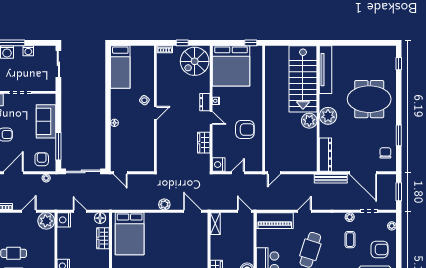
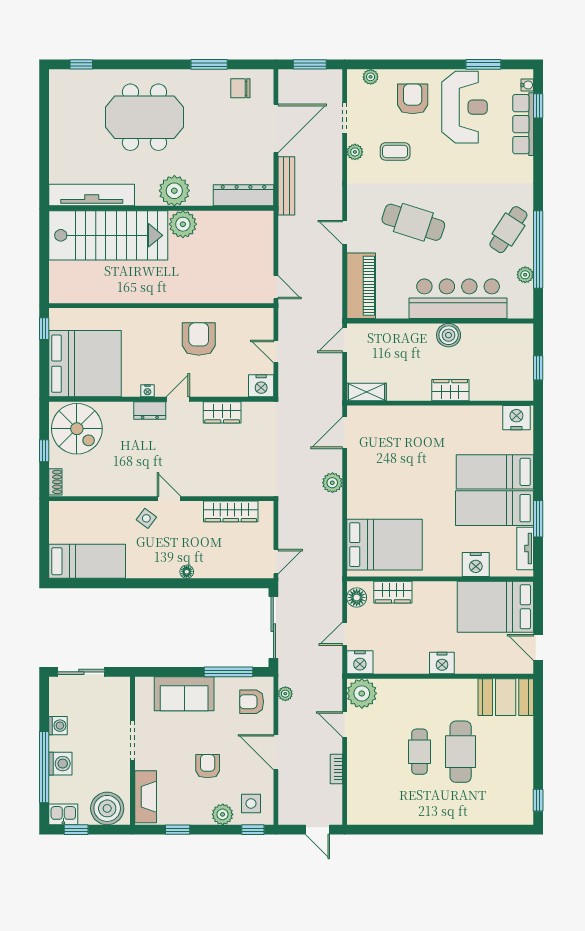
meeting table: (369, 99) -> (144, 117), turned 90
wardrobe: (148, 148) -> (231, 511), added

